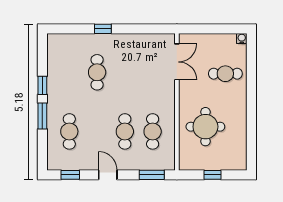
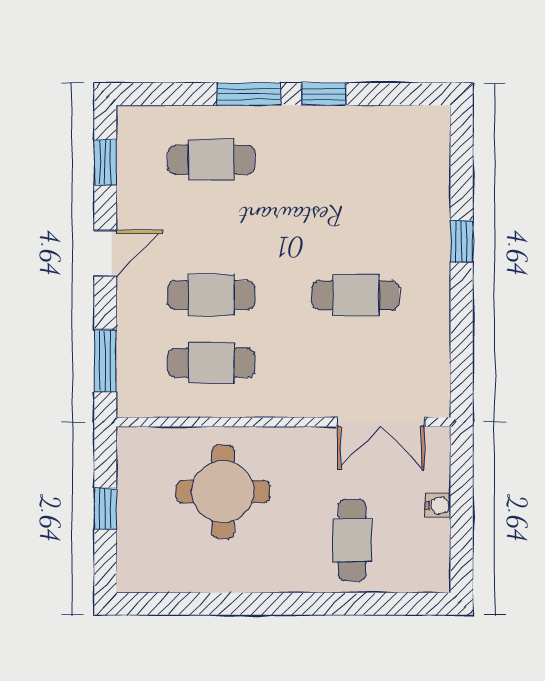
water cooler: (242, 38) -> (438, 505), moved
cafe table: (97, 72) -> (356, 295), moved

